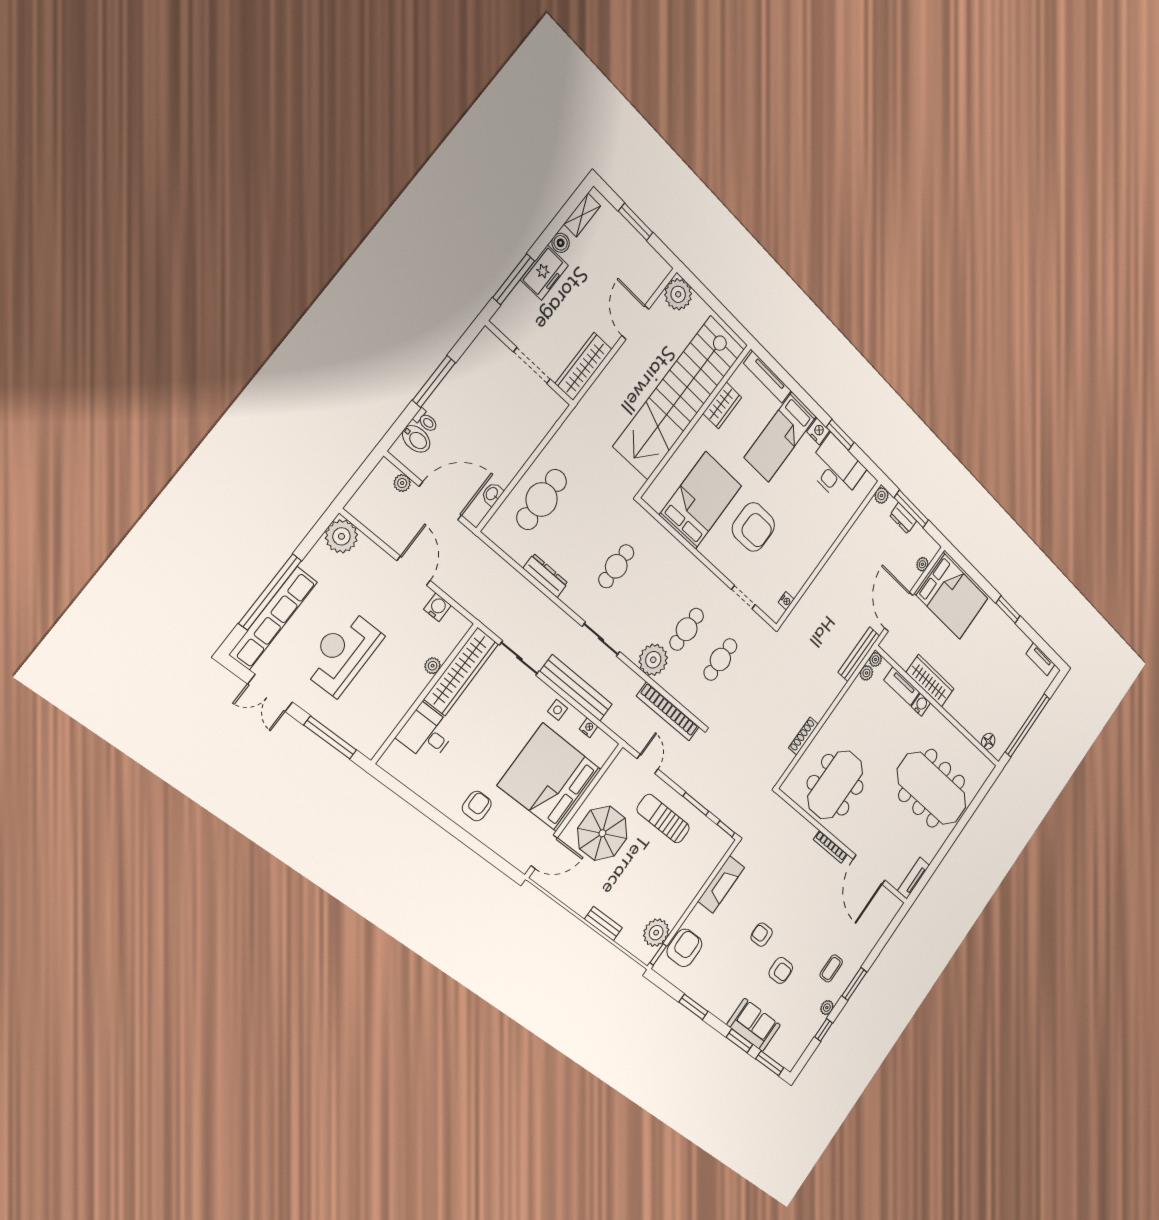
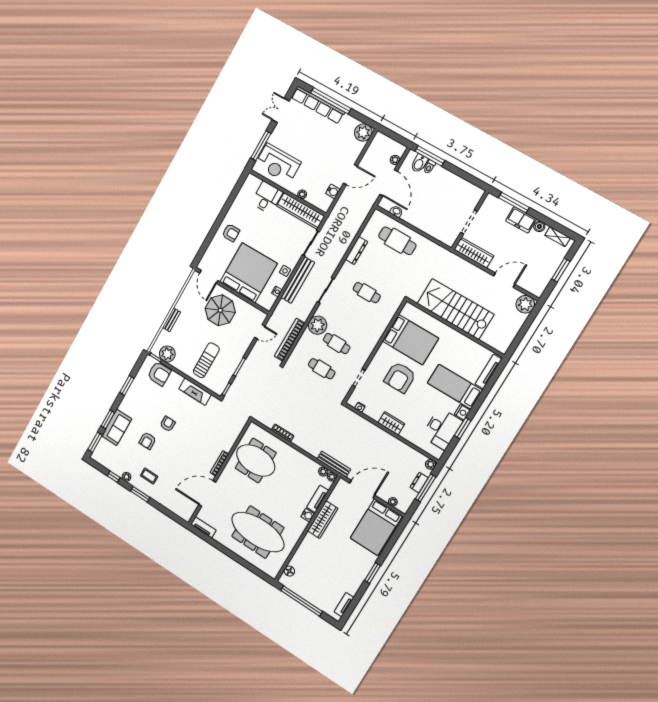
window: (434, 382) -> (430, 156), moved
stairs: (679, 398) -> (455, 309), width x0.73
wardrobe: (722, 405) -> (391, 423), moved, turned 180
reception desk: (343, 653) -> (278, 164), moved, turned 180
meeting table: (932, 788) -> (258, 532), turned 90
sun lounger: (663, 819) -> (206, 360), moved

